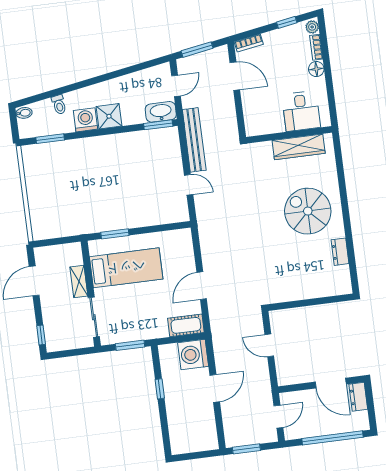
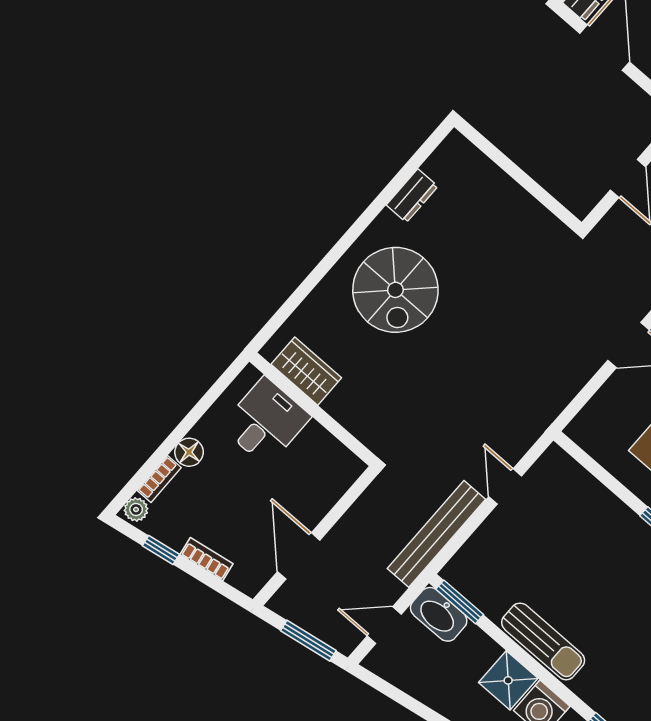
bookcase: (249, 43) -> (206, 559), moved
sun lounger: (112, 144) -> (543, 641), added
wardrobe: (299, 147) -> (306, 371), width x0.67

